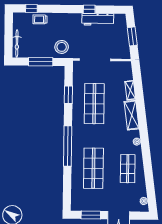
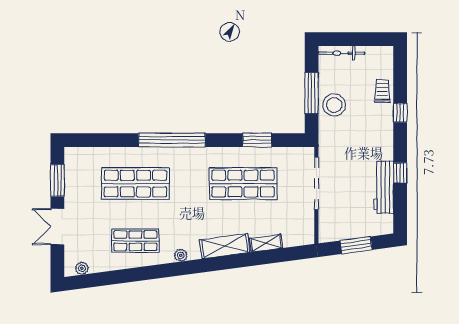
window: (31, 9) -> (400, 113), moved
stool: (62, 47) -> (334, 105), moved

